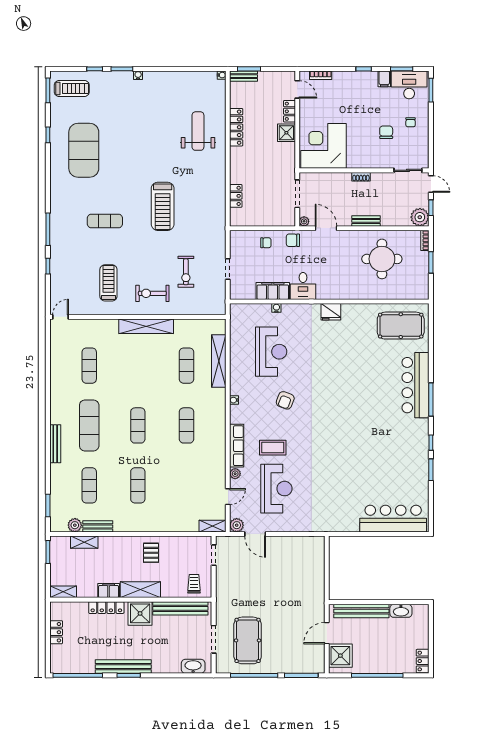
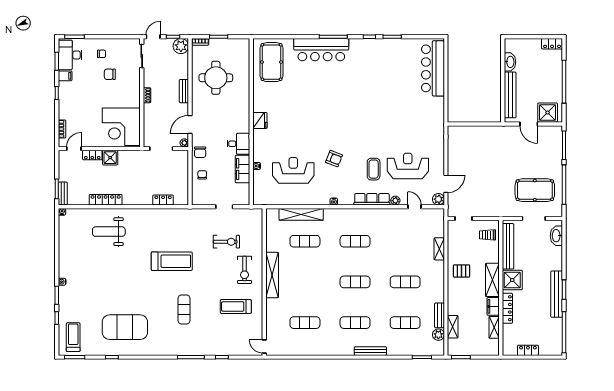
exercise mat: (89, 425) -> (355, 323), width x0.73, depth x0.69
shelving: (212, 526) -> (439, 249), moved
shelving: (63, 592) -> (494, 327), moved

